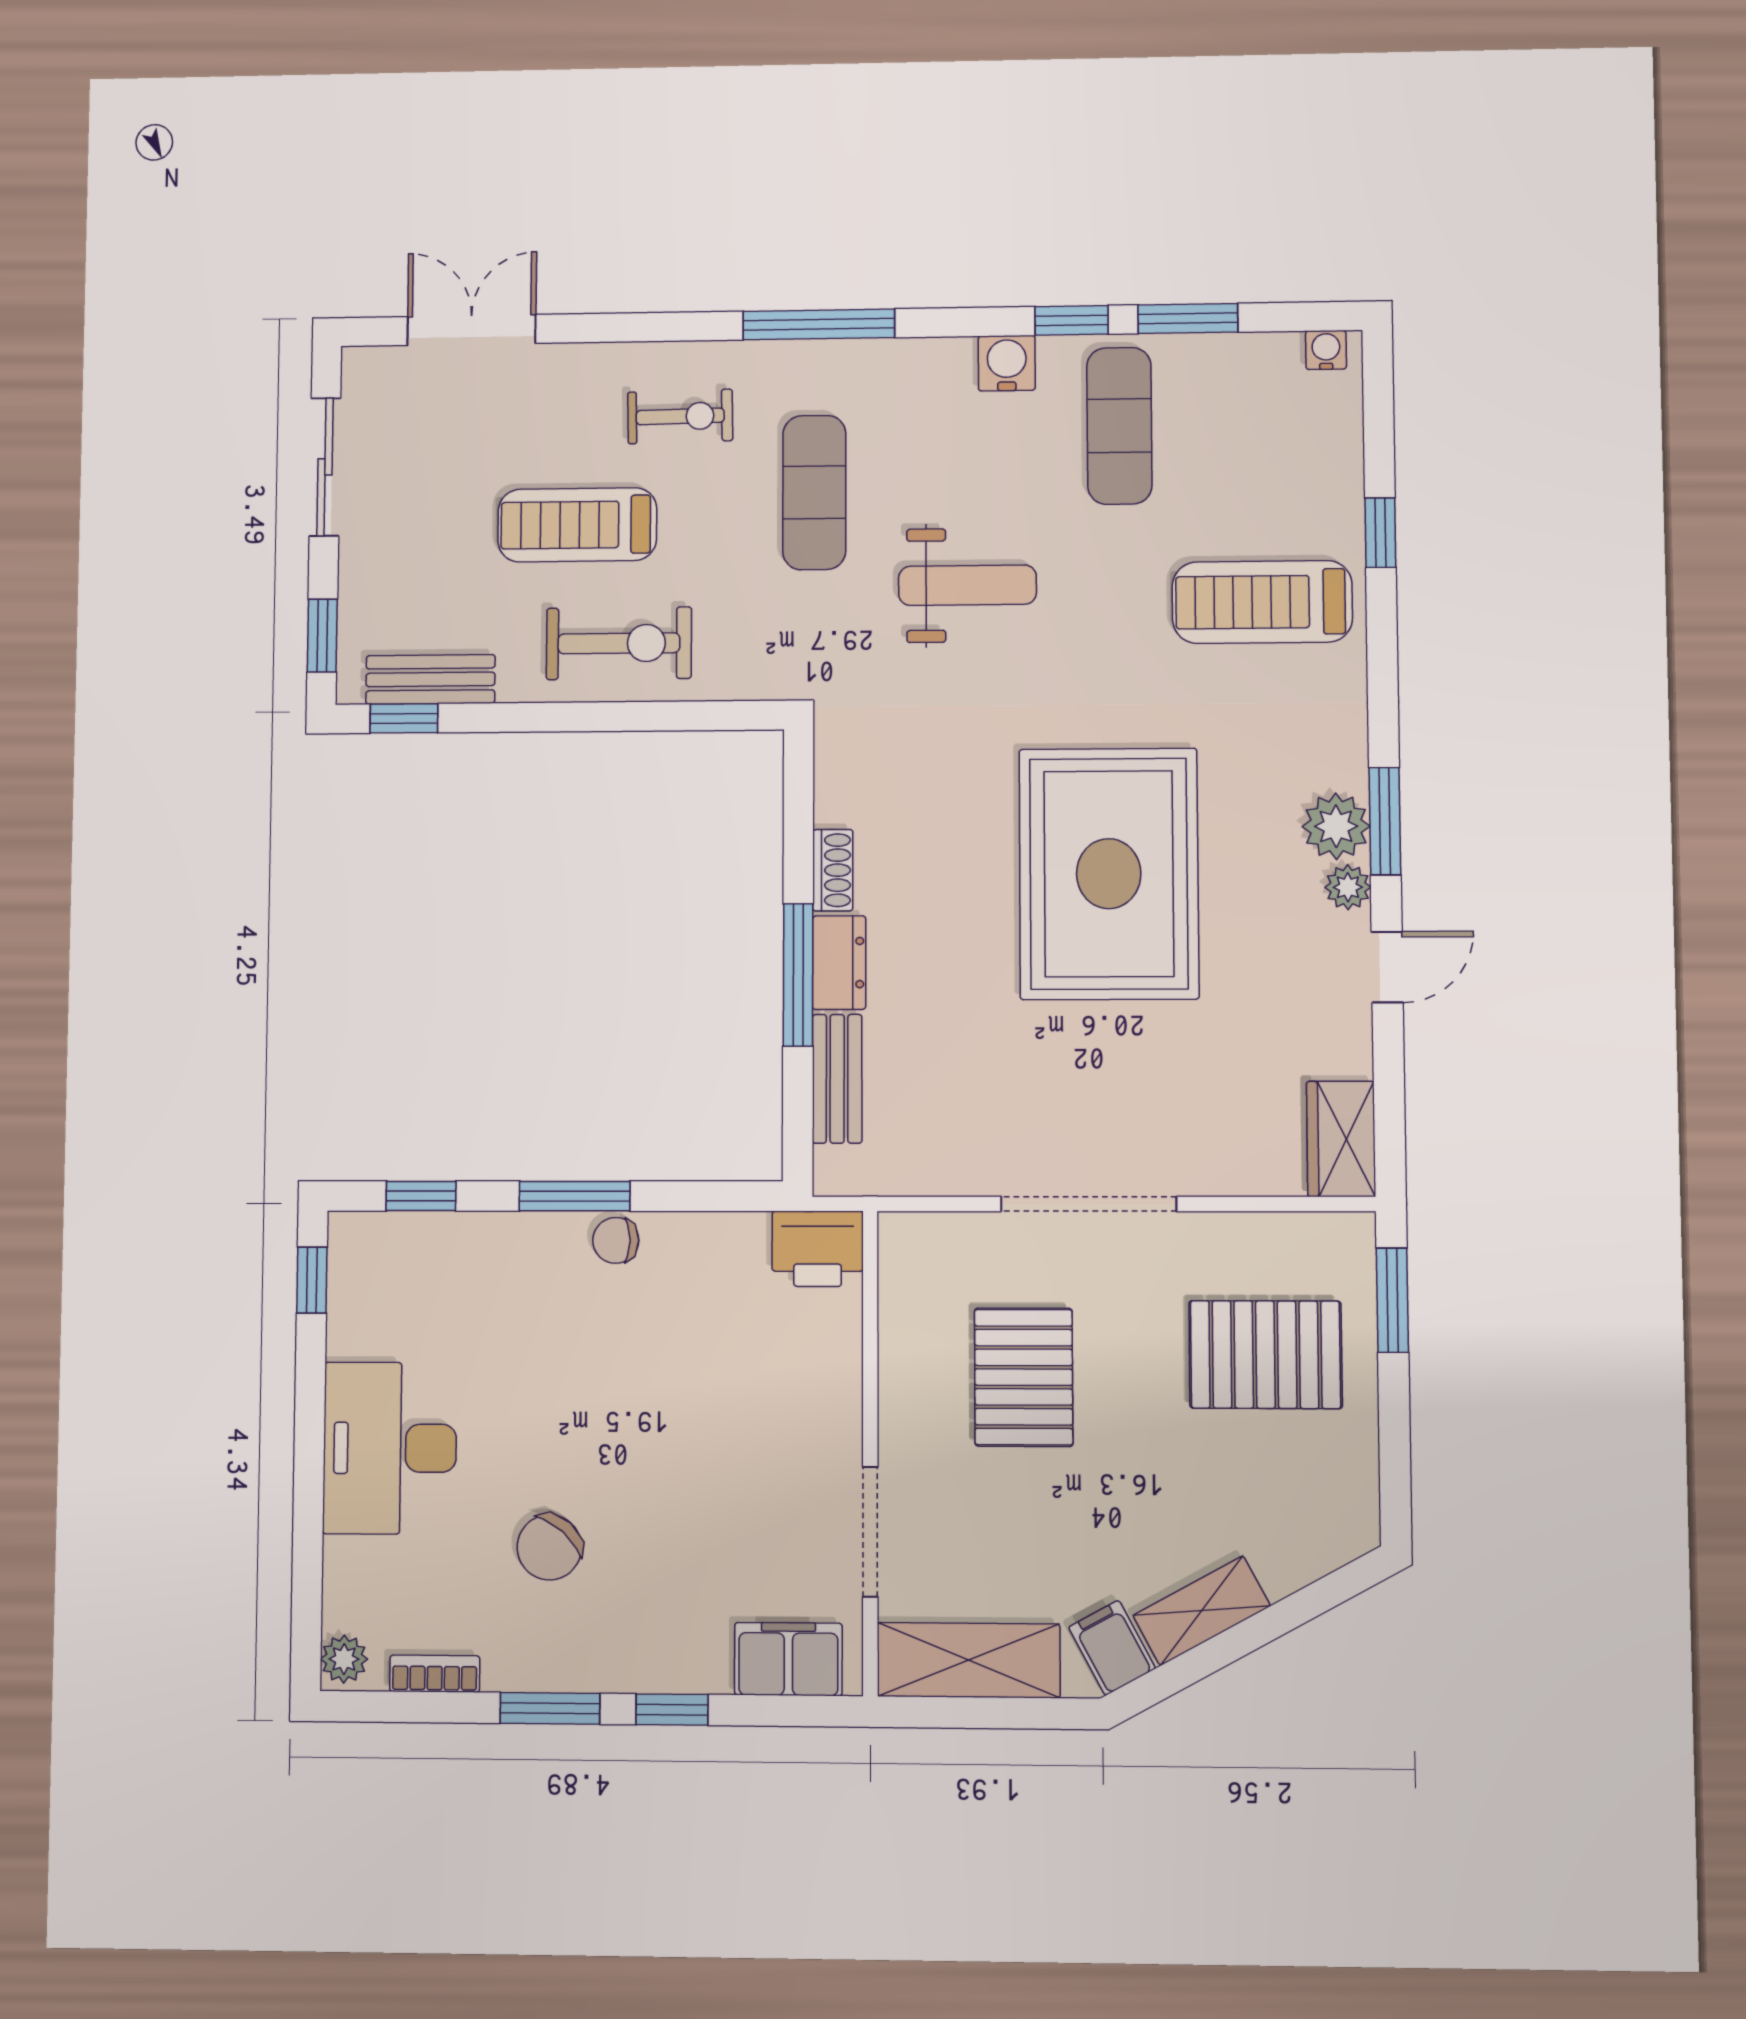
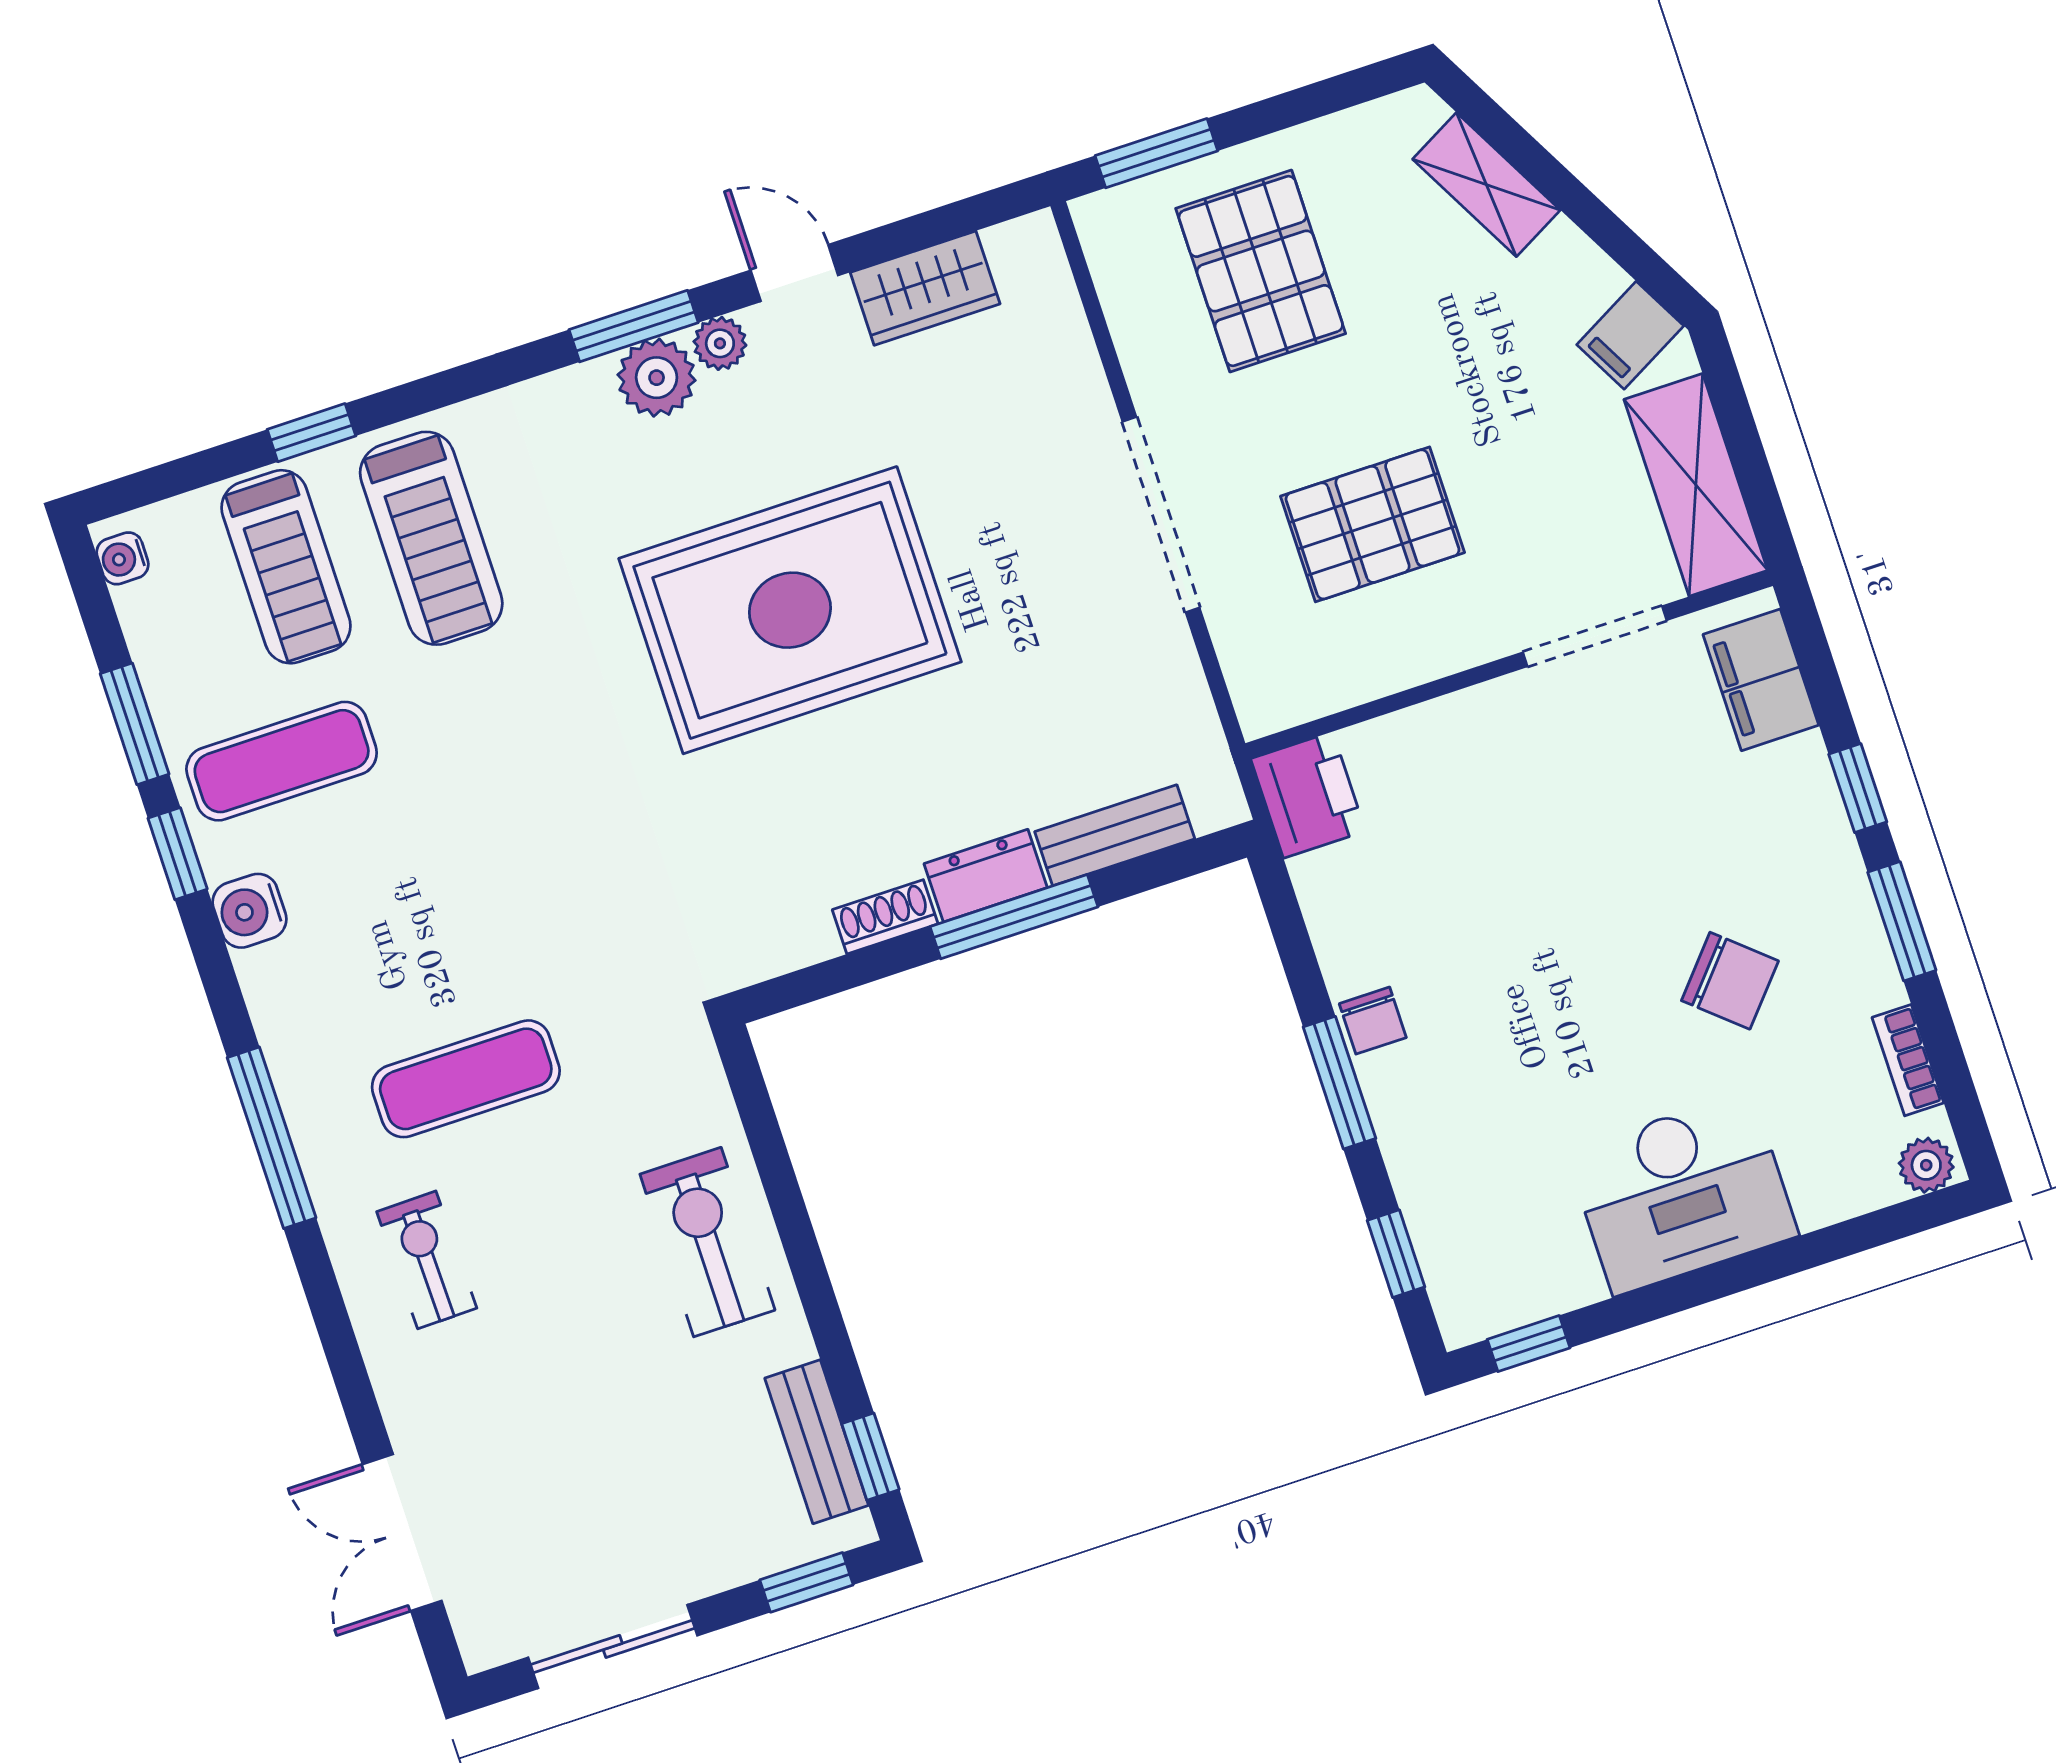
treadmill: (577, 525) -> (286, 567), moved
weight bench: (967, 585) -> (517, 872), removed
wardrobe: (1341, 1139) -> (925, 288), moved
shelving: (1202, 1611) -> (1486, 185), moved

